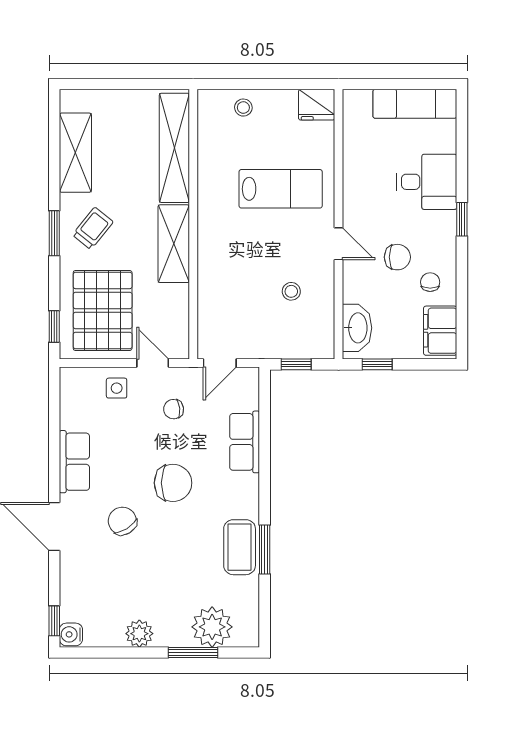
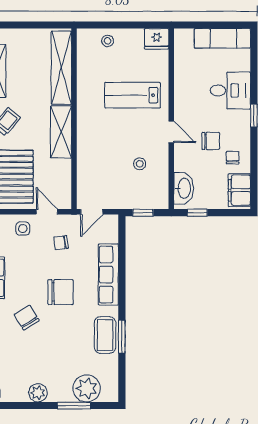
lab bench: (281, 189) -> (133, 95), turned 180
row of seats: (245, 442) -> (108, 274), width x1.48

